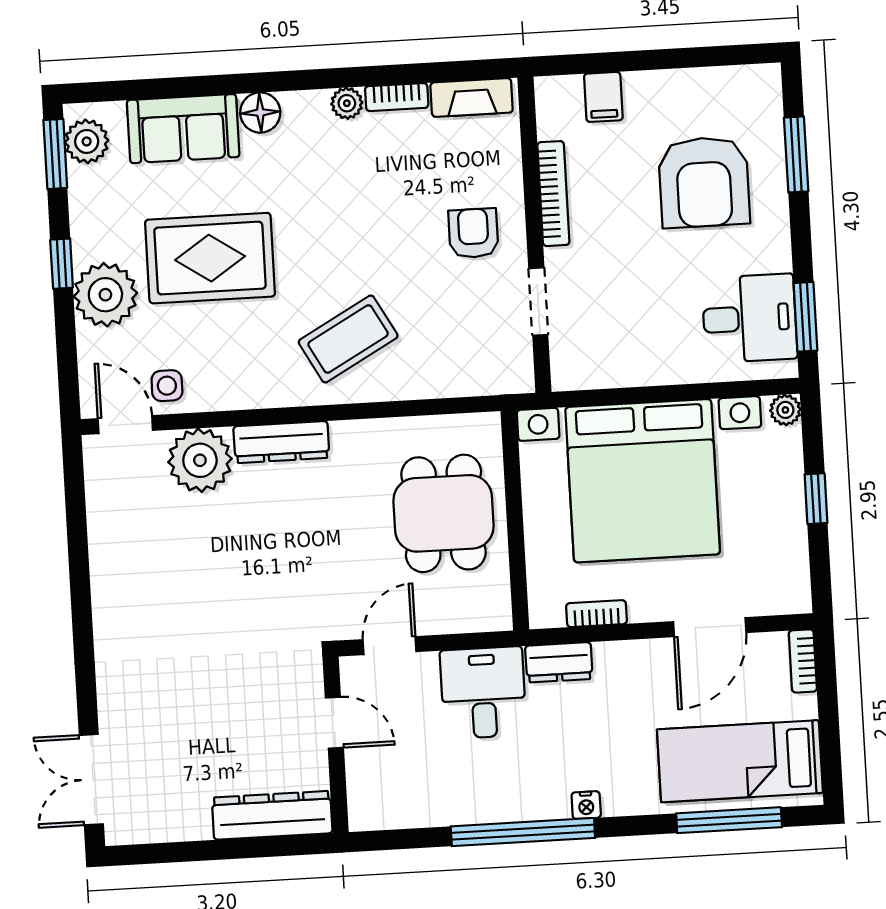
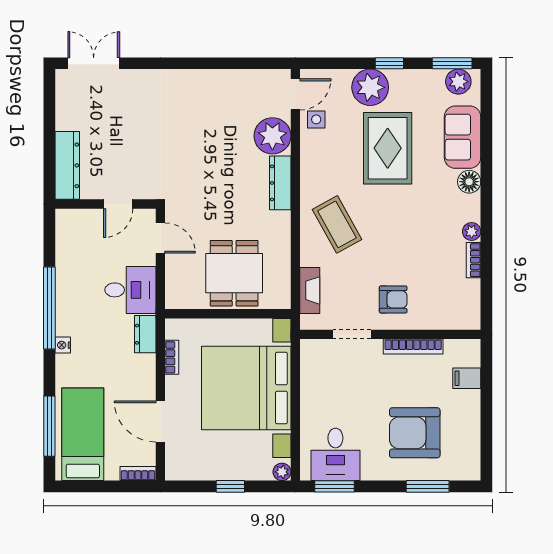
fireplace: (472, 98) -> (310, 290), moved, turned 180
dining table: (444, 513) -> (234, 273), turned 90

